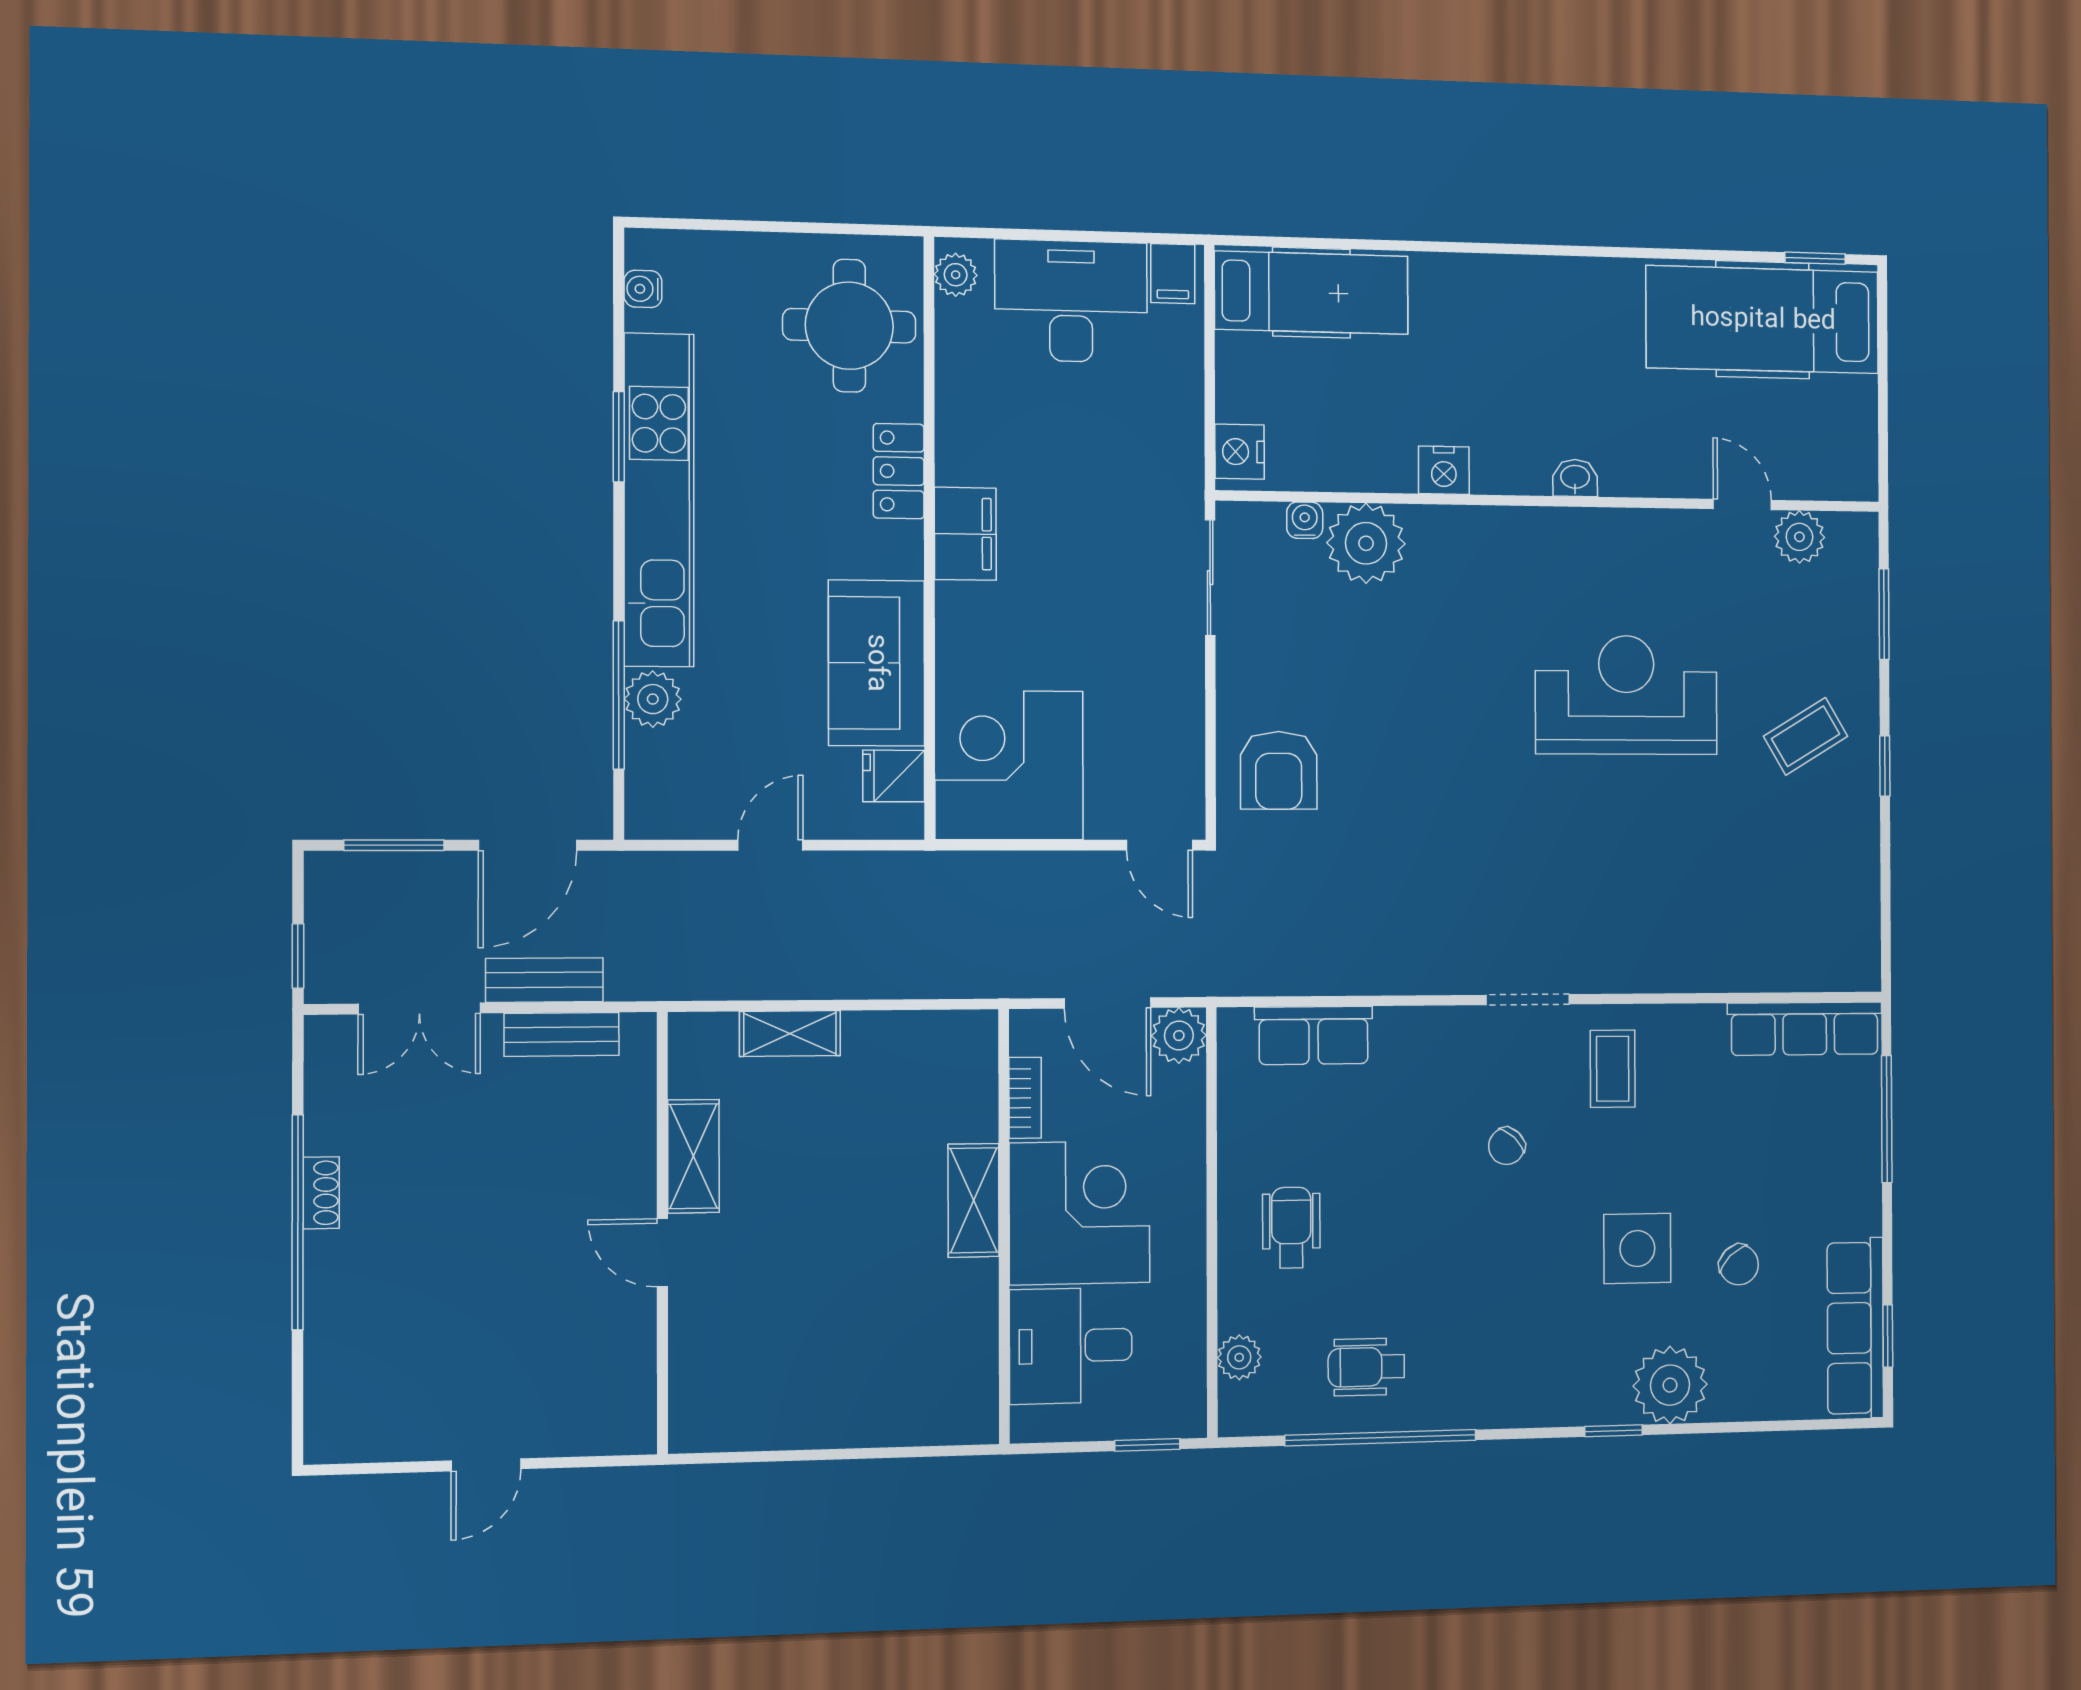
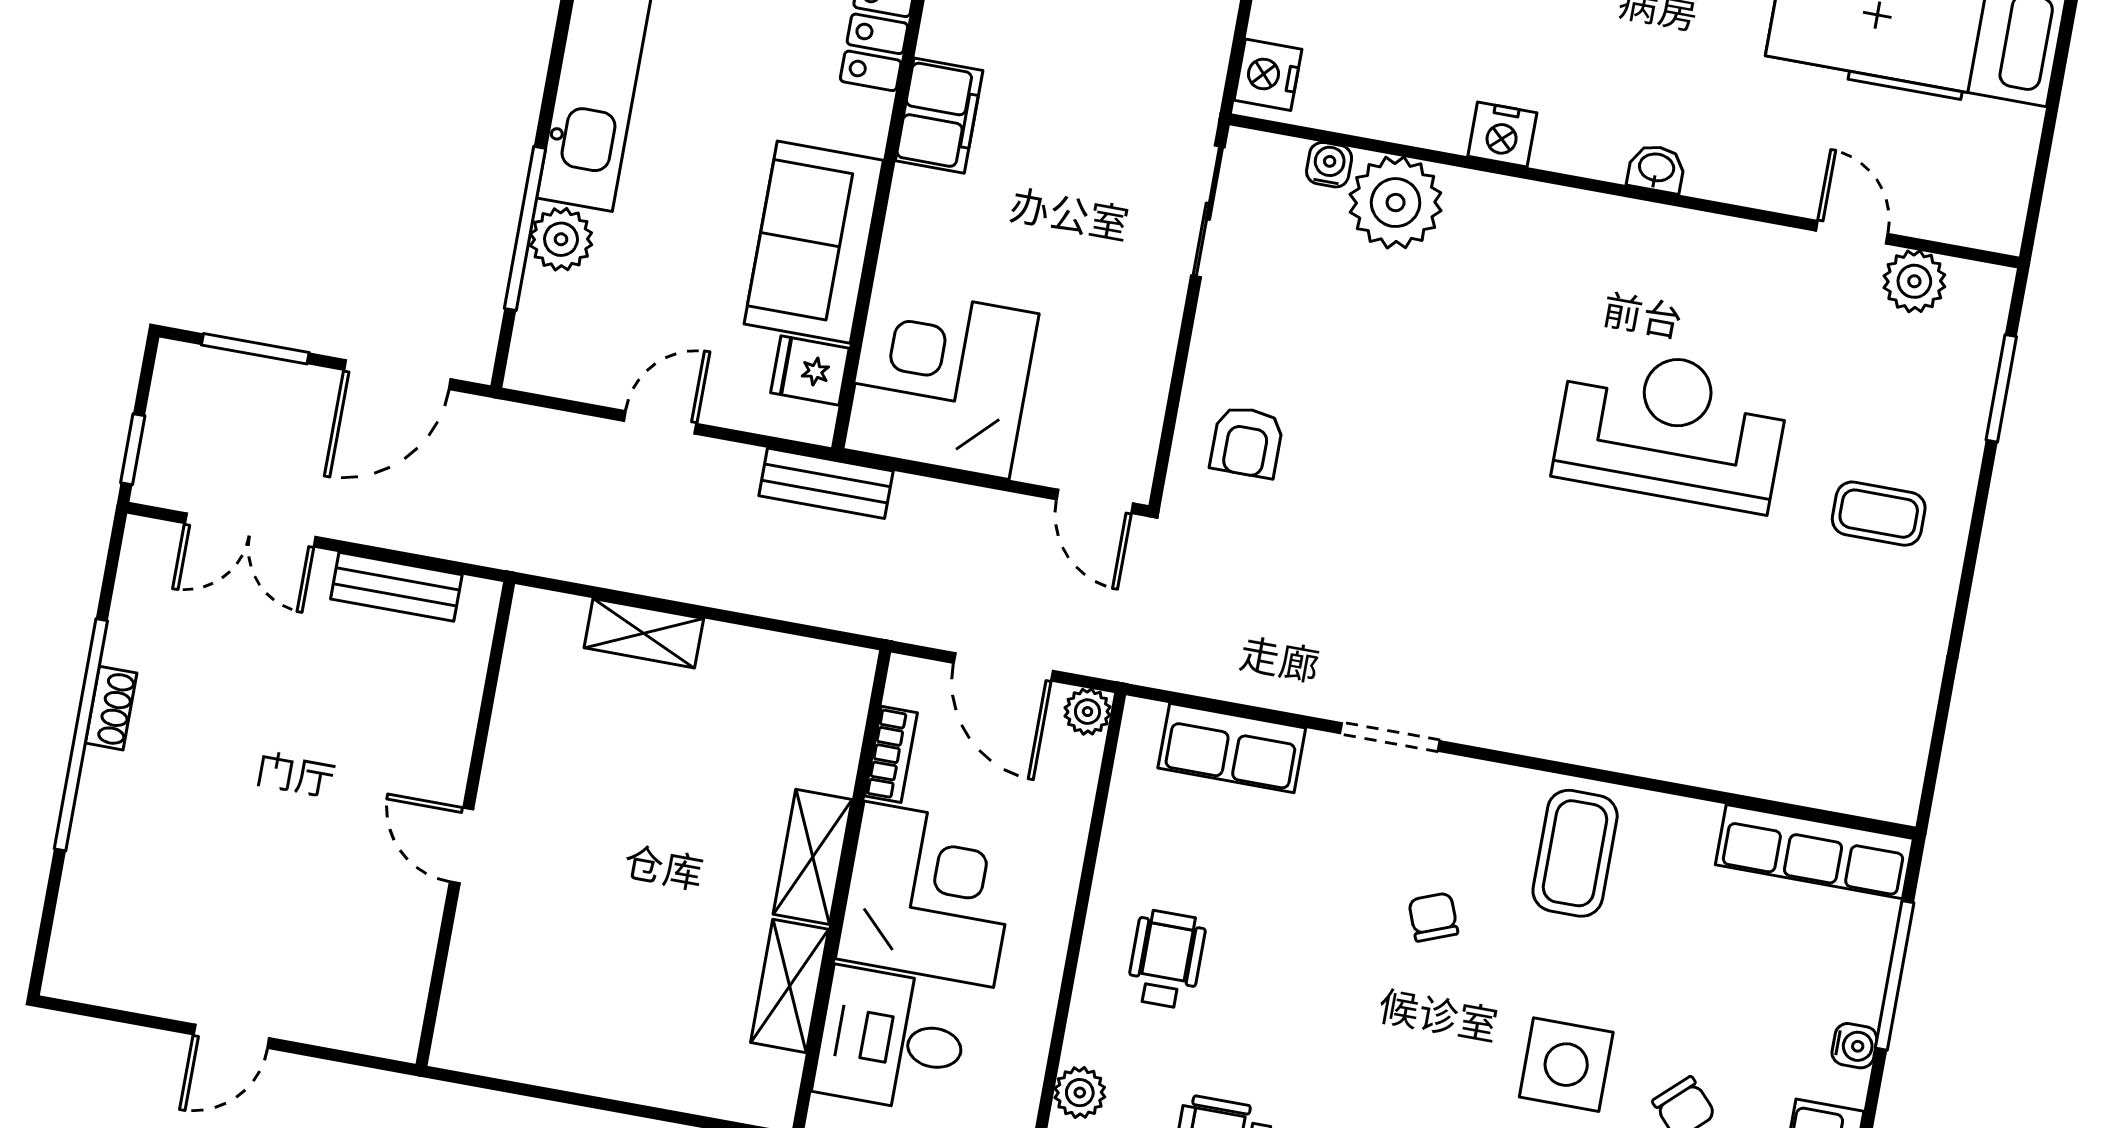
coffee table: (1806, 736) -> (1879, 514), turned 31
window: (1885, 766) -> (1969, 565), removed
armchair: (1279, 770) -> (1247, 442), width x0.72, depth x0.72
bench: (544, 980) -> (826, 483), moved
doorway: (1528, 1000) -> (1390, 737), moved
plant: (1179, 1036) -> (1088, 712), width x0.73, depth x0.73
coffee table: (1613, 1069) -> (1575, 853), width x1.36, depth x1.30
chair: (1507, 1146) -> (1433, 917), turned 116
shelving: (693, 1156) -> (790, 986), moved
water cooler: (1865, 1184) -> (1854, 1046), added

